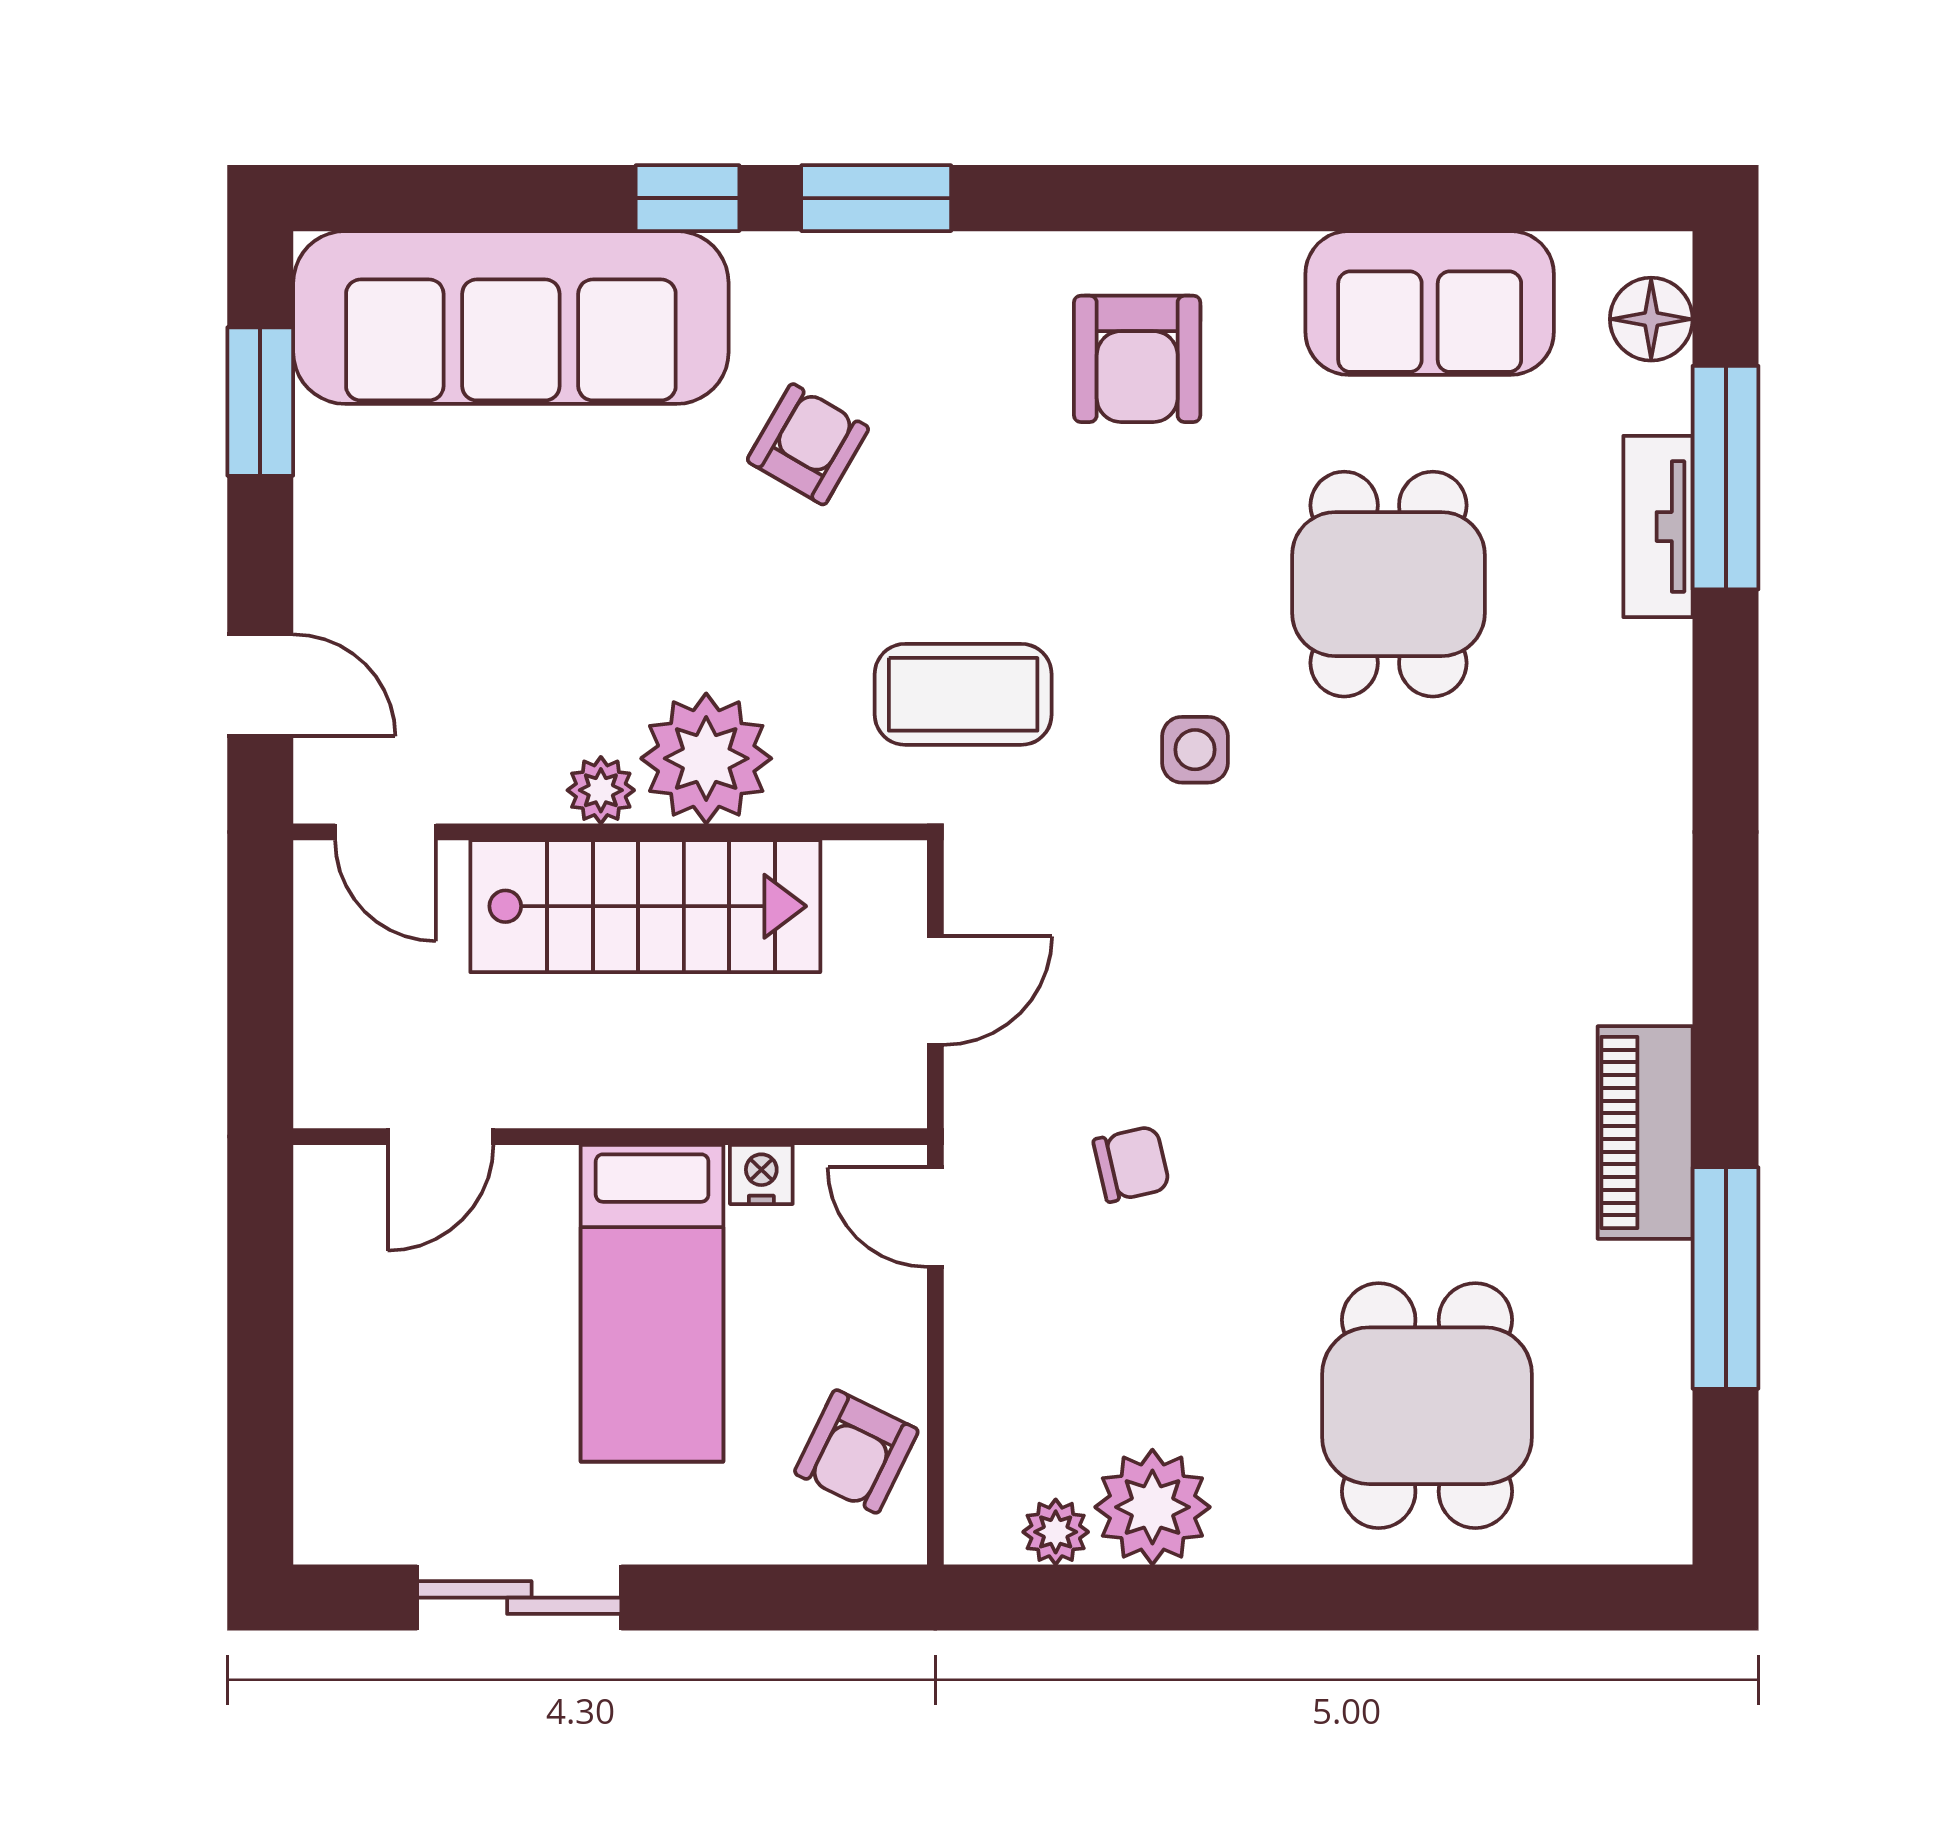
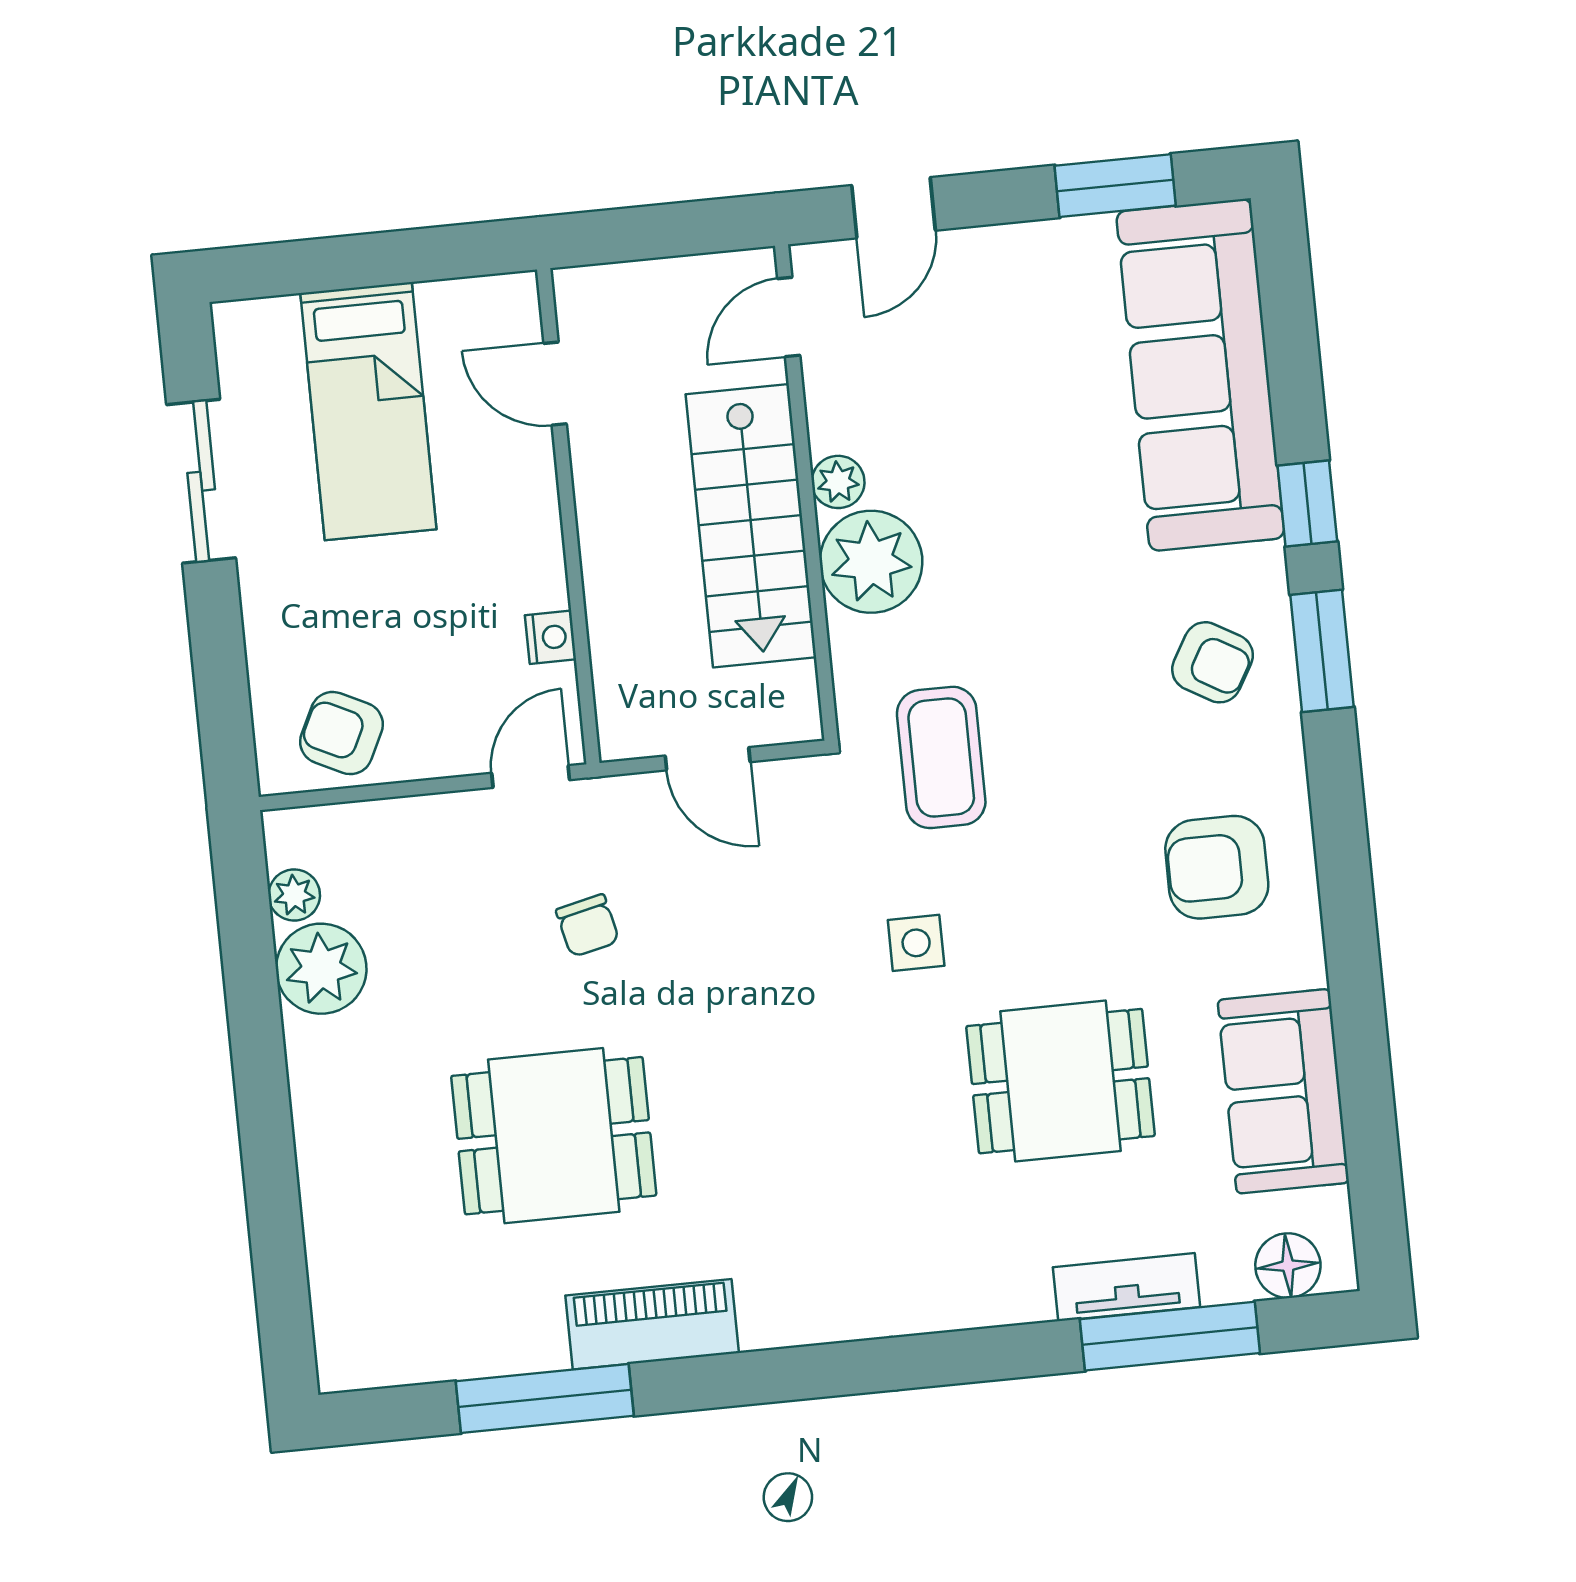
armchair: (808, 444) -> (1213, 662), moved
bed: (652, 1303) -> (368, 411), moved, turned -90
dining table: (1427, 1406) -> (554, 1136), moved

